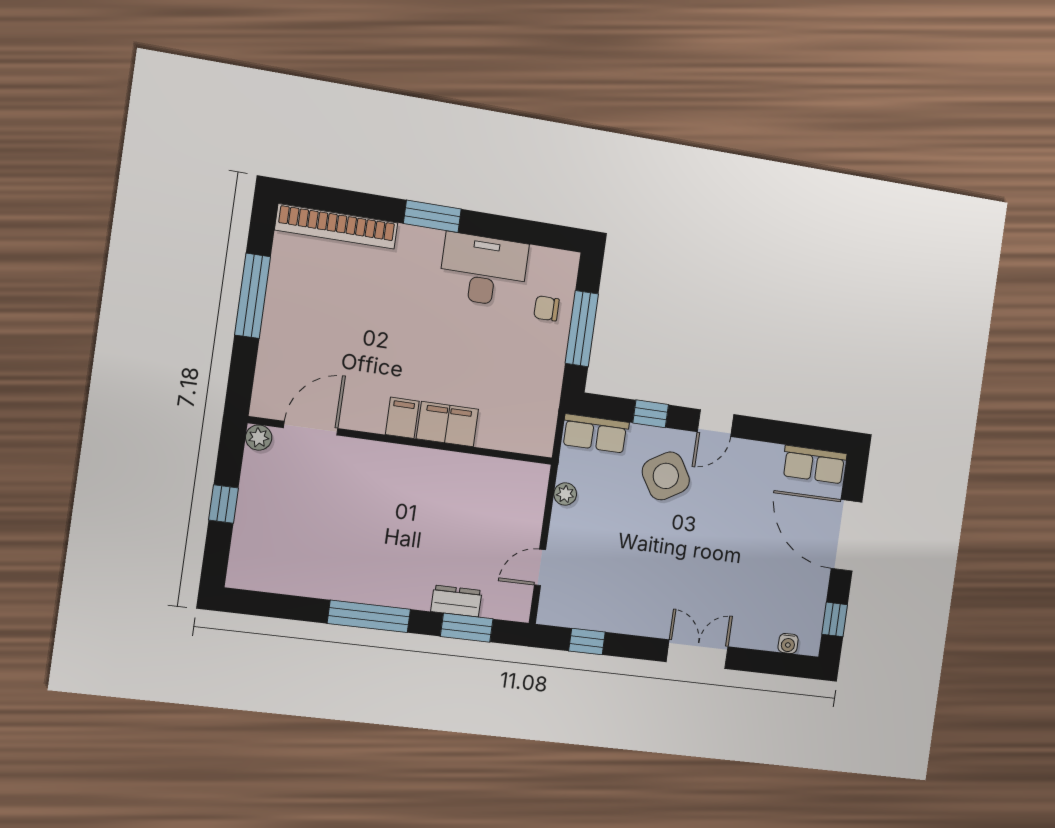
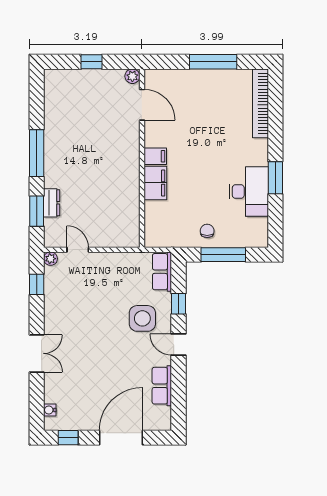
window: (432, 216) -> (275, 178), moved
chair: (546, 308) -> (207, 231), moved
row of seats: (814, 465) -> (162, 386), moved
side table: (666, 476) -> (142, 318), turned 31
plant: (565, 494) -> (51, 259), moved

